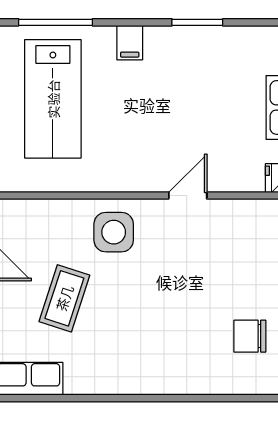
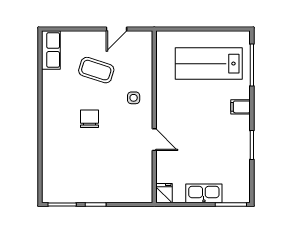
side table: (114, 232) -> (134, 98), width x0.54, depth x0.54
chair: (250, 336) -> (90, 119), moved

